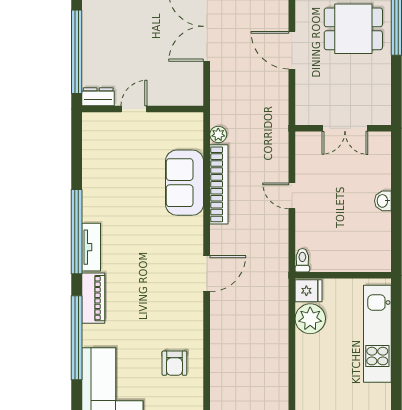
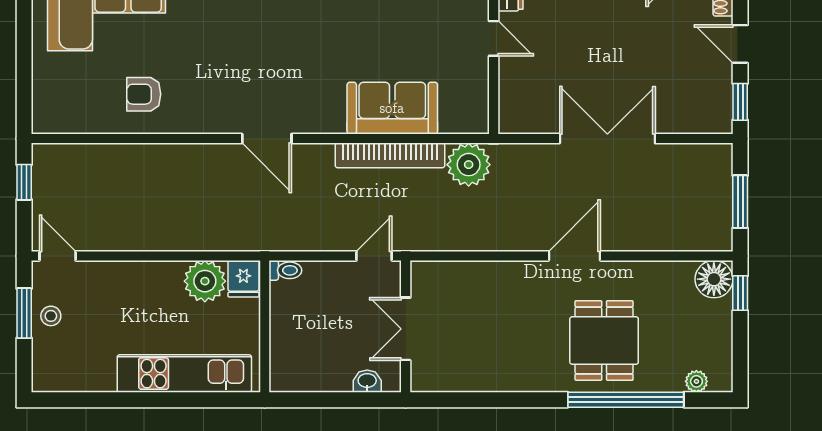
wall: (343, 128) -> (406, 326), moved
double door: (345, 128) -> (406, 329), moved
plant: (218, 135) -> (469, 165), width x1.88, depth x1.88

